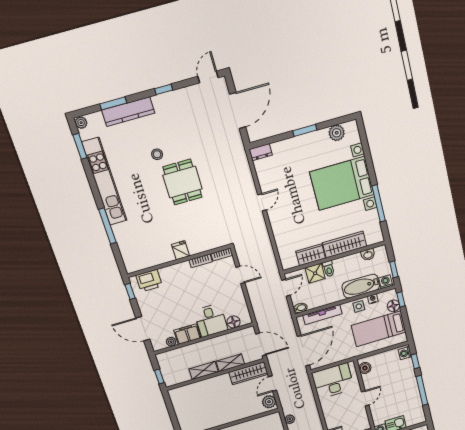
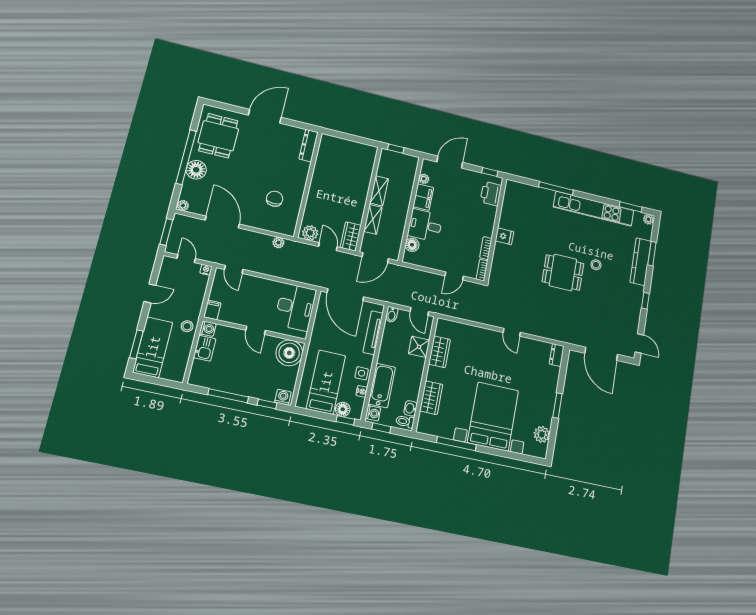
wardrobe: (345, 245) -> (431, 398), width x0.67
toilet: (329, 269) -> (405, 421), moved
boiler: (365, 368) -> (289, 353), width x1.86, depth x1.86
wardrobe: (249, 373) -> (351, 236), width x0.67

